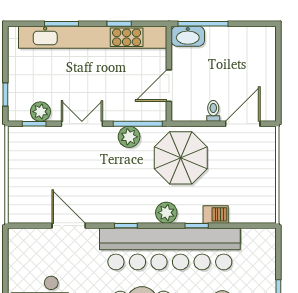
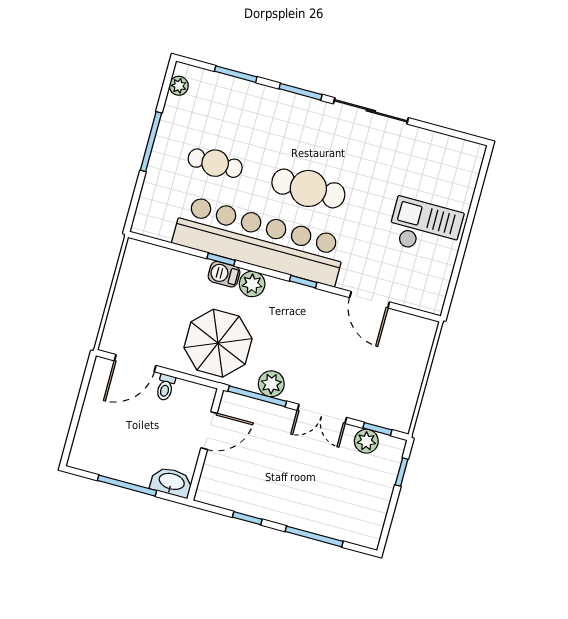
window: (61, 24) -> (314, 536), width x1.44
window: (203, 24) -> (127, 486), moved
kitchen unit: (93, 37) -> (282, 511), removed
barbecue: (216, 214) -> (224, 274), moved

